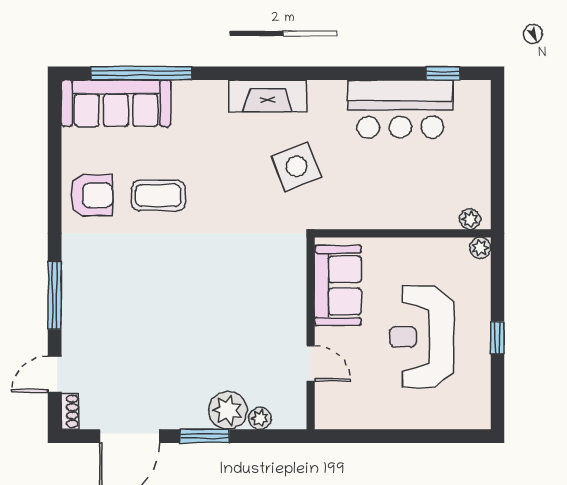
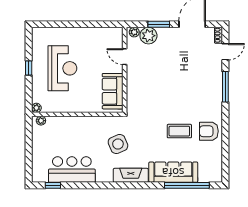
sofa: (116, 103) -> (173, 172), moved
sofa: (338, 285) -> (113, 91), moved
wall: (311, 333) -> (125, 70), moved
door: (311, 363) -> (125, 57), moved

